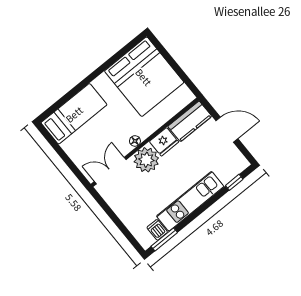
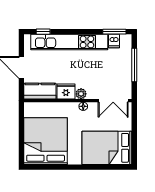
bed: (74, 114) -> (107, 148), width x1.50
plant: (146, 160) -> (81, 94), width x0.53, depth x0.53
kitchen unit: (190, 201) -> (69, 42), width x1.36
window: (118, 222) -> (134, 65), added

